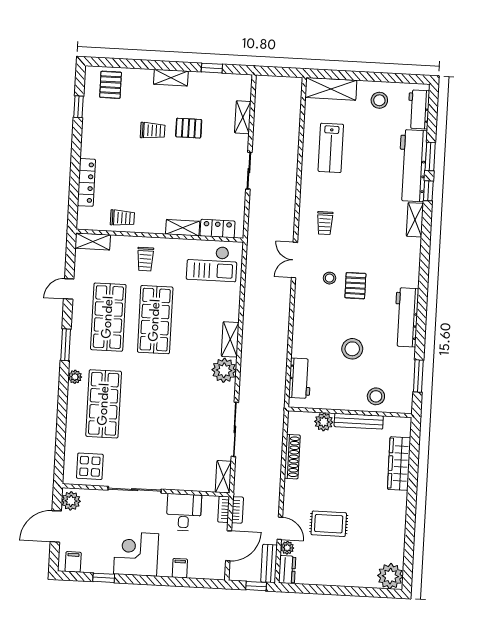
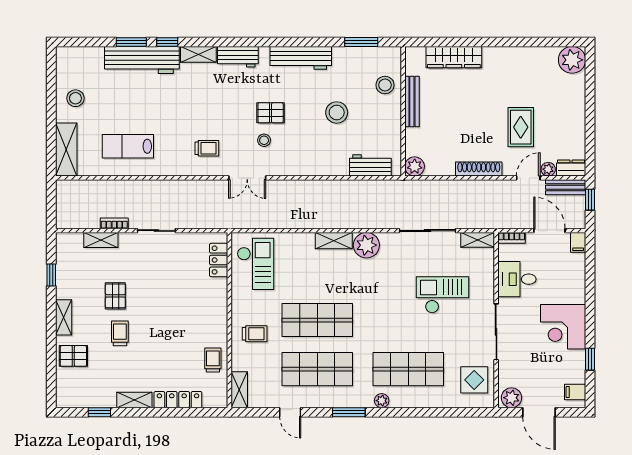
pallet: (111, 85) -> (73, 356), moved
workbench: (419, 109) -> (238, 57), moved
lab bench: (331, 148) -> (128, 146), turned 180
shelving: (183, 228) -> (134, 400), moved, turned 90
plant: (324, 422) -> (415, 166), moved
checkout: (173, 440) -> (442, 295), added
shoe rack: (292, 457) -> (479, 169), moved
bookcase: (237, 510) -> (114, 223), moved
filing cabinet: (180, 568) -> (578, 242), moved, turned -90

